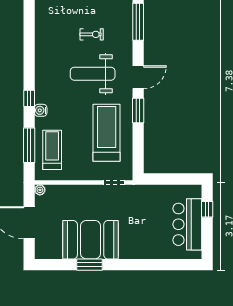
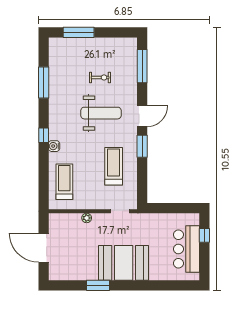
weight bench: (93, 74) -> (101, 113), turned 180
treadmill: (107, 133) -> (114, 166), width x0.73, depth x0.73
window: (29, 145) -> (44, 82), moved
plant: (40, 190) -> (87, 218), moved
booth: (91, 240) -> (124, 263), moved

